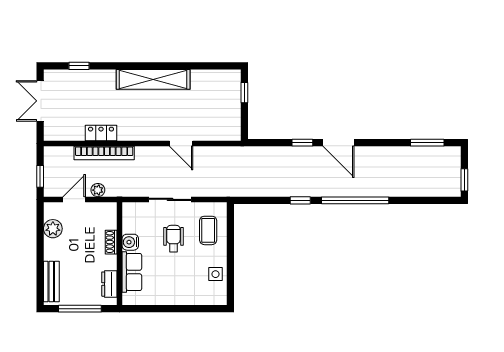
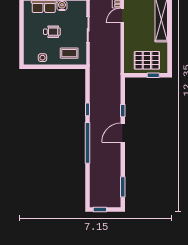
pallet: (220, 103) -> (147, 60), added
door: (181, 144) -> (122, 15), moved
wheelchair: (173, 239) -> (52, 32), moved

